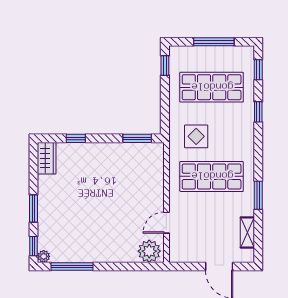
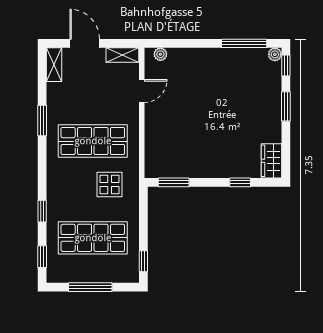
shelving: (247, 232) -> (54, 65), moved
plant: (149, 251) -> (160, 54), width x0.53, depth x0.53
shelving: (184, 256) -> (122, 55), added

